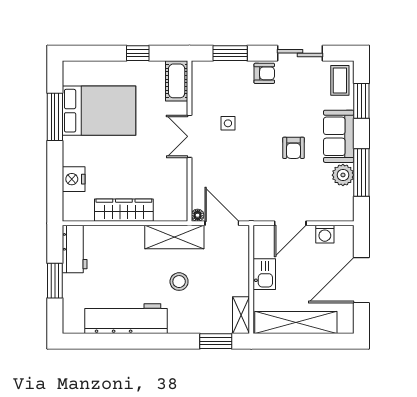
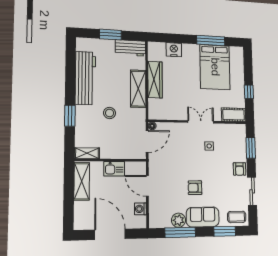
shelving: (174, 237) -> (138, 89), moved
shelving: (296, 322) -> (82, 181), width x0.68
window: (216, 341) -> (70, 116), moved

